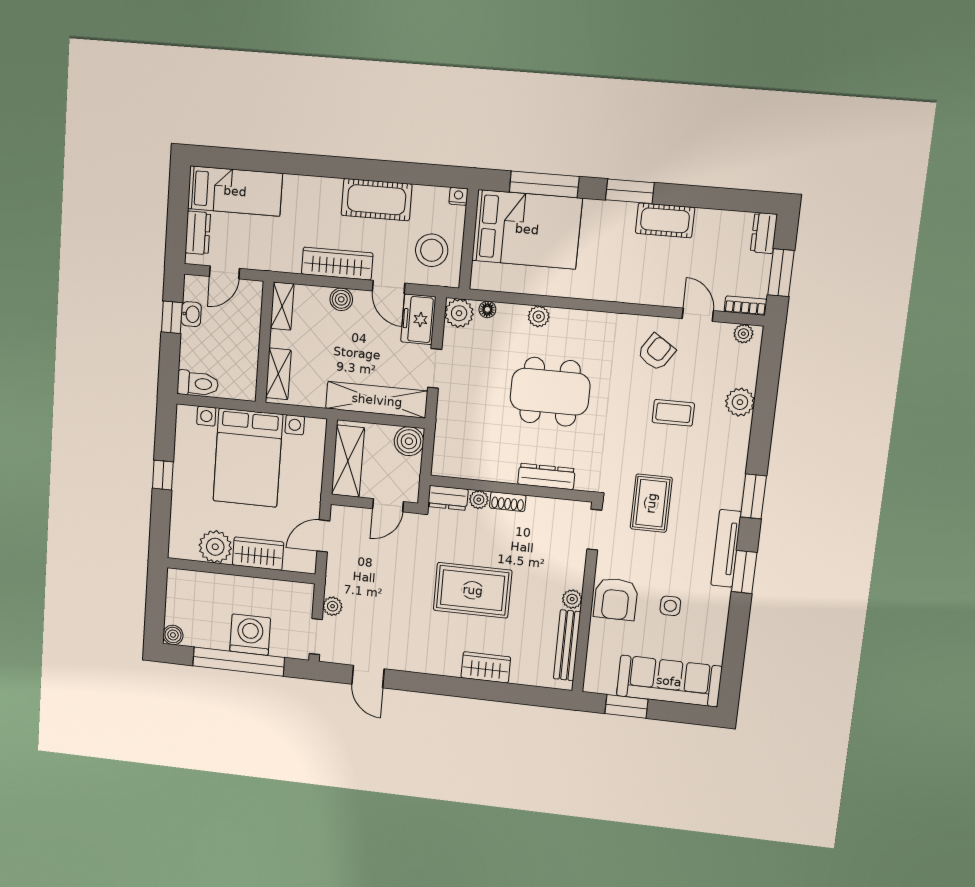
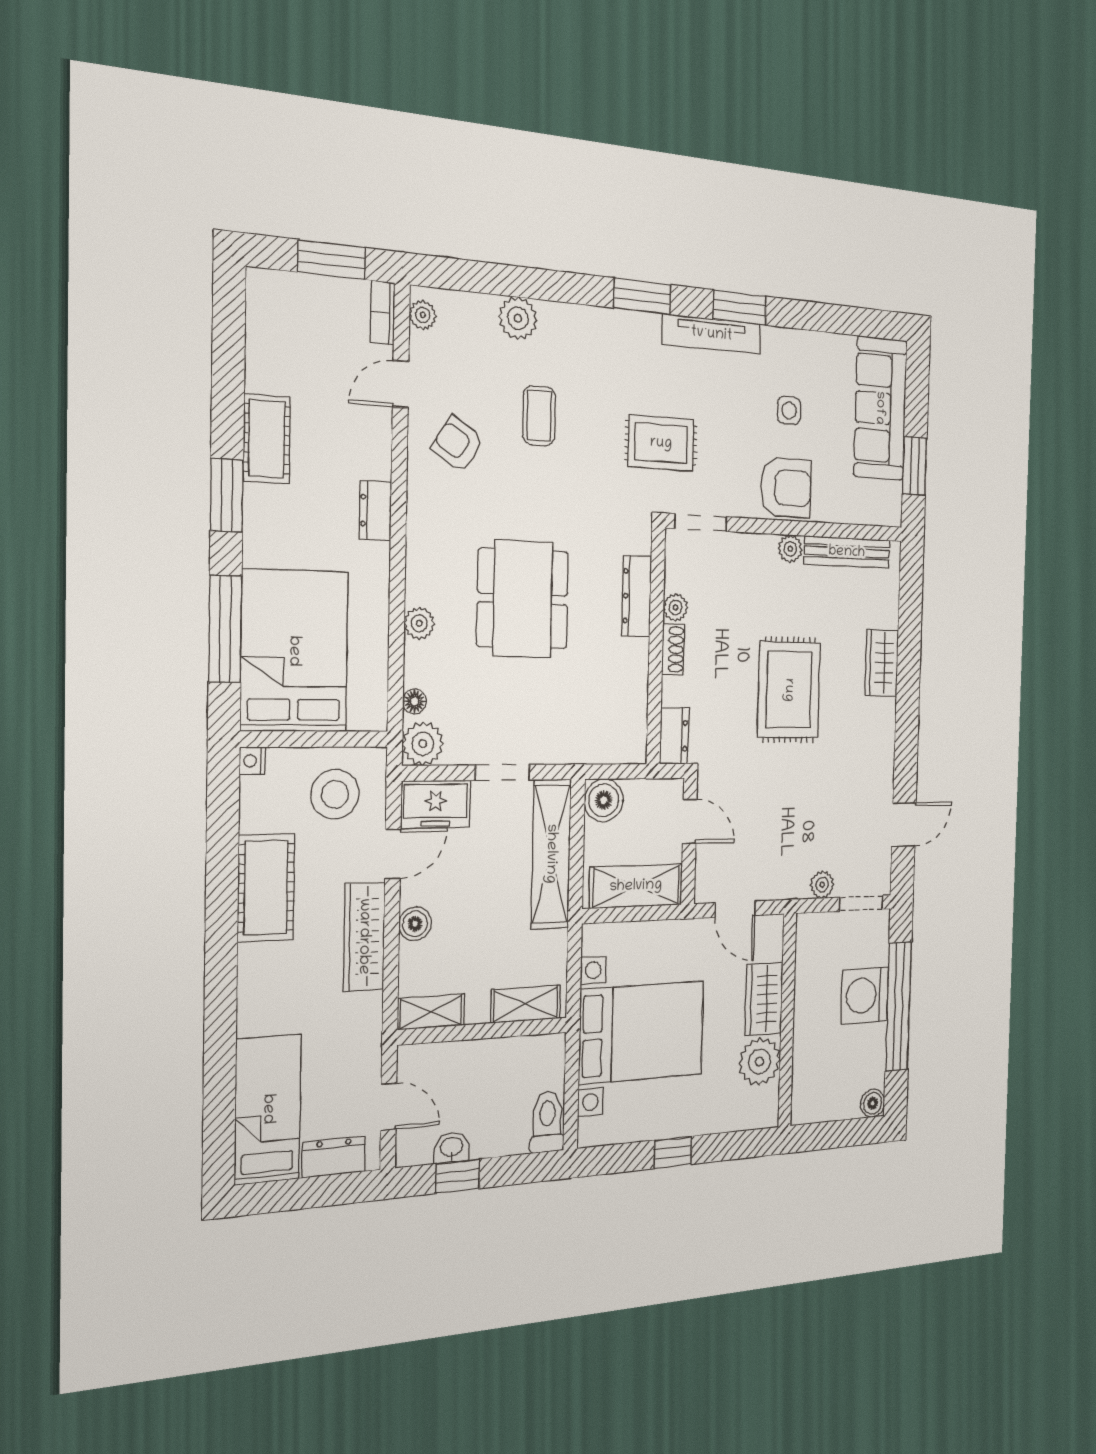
dresser: (764, 233) -> (375, 511), moved, turned 90
plant: (479, 500) -> (675, 607), moved

